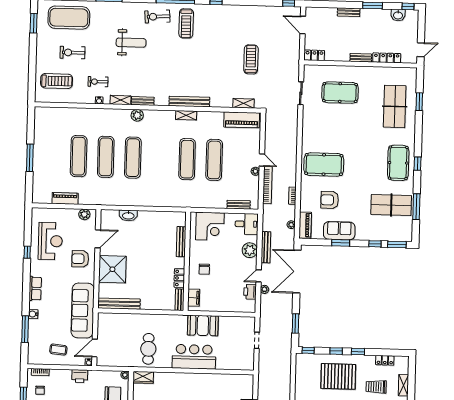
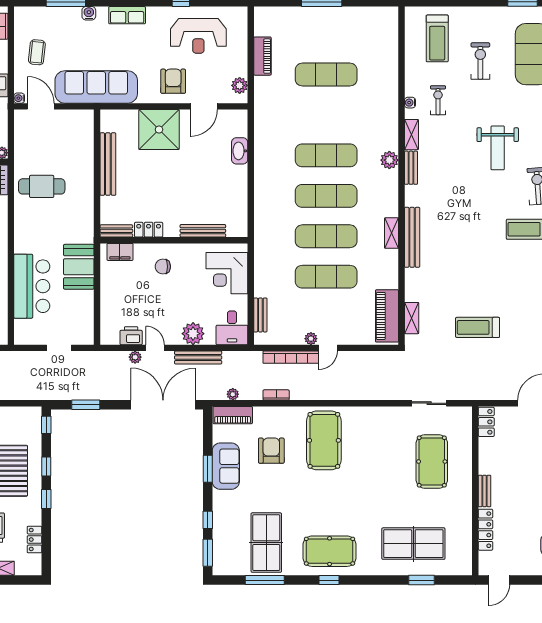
door: (421, 50) -> (499, 580), hinge flipped
treadmill: (251, 59) -> (478, 327), turned 180
exercise mat: (106, 157) -> (326, 196), moved
door: (98, 239) -> (204, 106), hinge flipped
bench: (119, 304) -> (108, 164), moved
bar counter: (194, 357) -> (32, 286), moved

